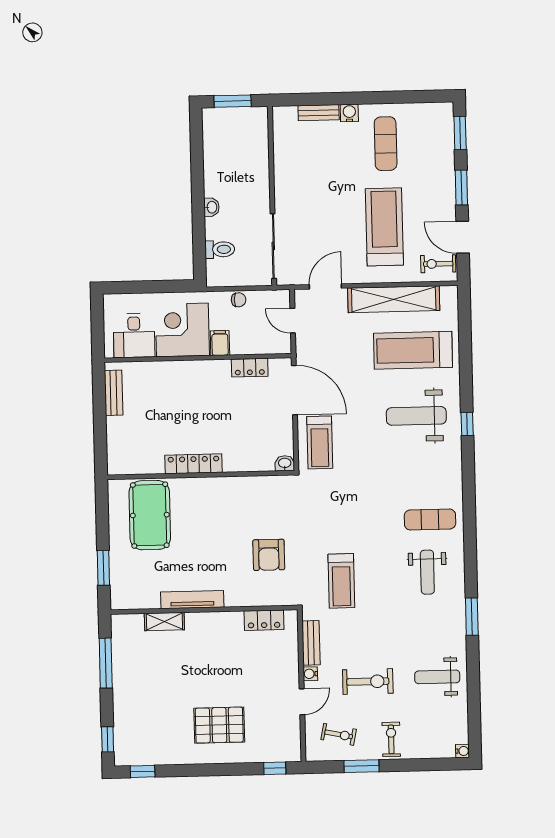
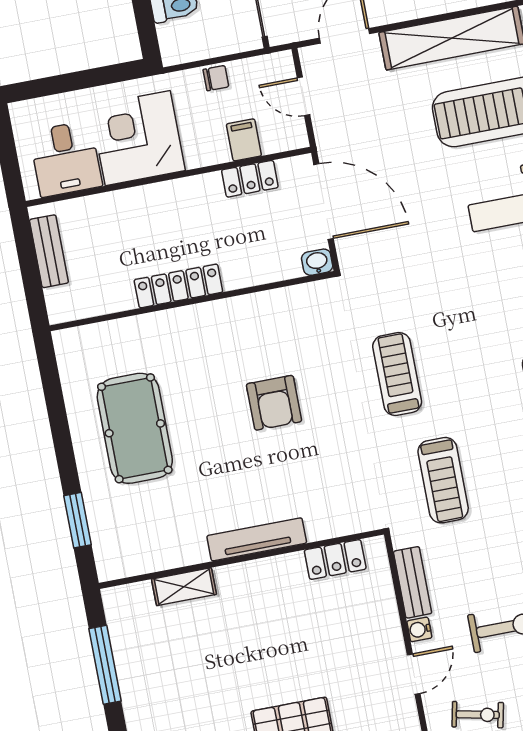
filing cabinet: (220, 343) -> (244, 140), moved
treadmill: (320, 442) -> (397, 374), moved, turned 180
washbasin: (285, 463) -> (317, 262), moved
locker: (194, 464) -> (178, 286), moved
wall: (201, 475) -> (192, 301), moved
armchair: (269, 555) -> (274, 403), moved
tv unit: (192, 600) -> (257, 539), moved

